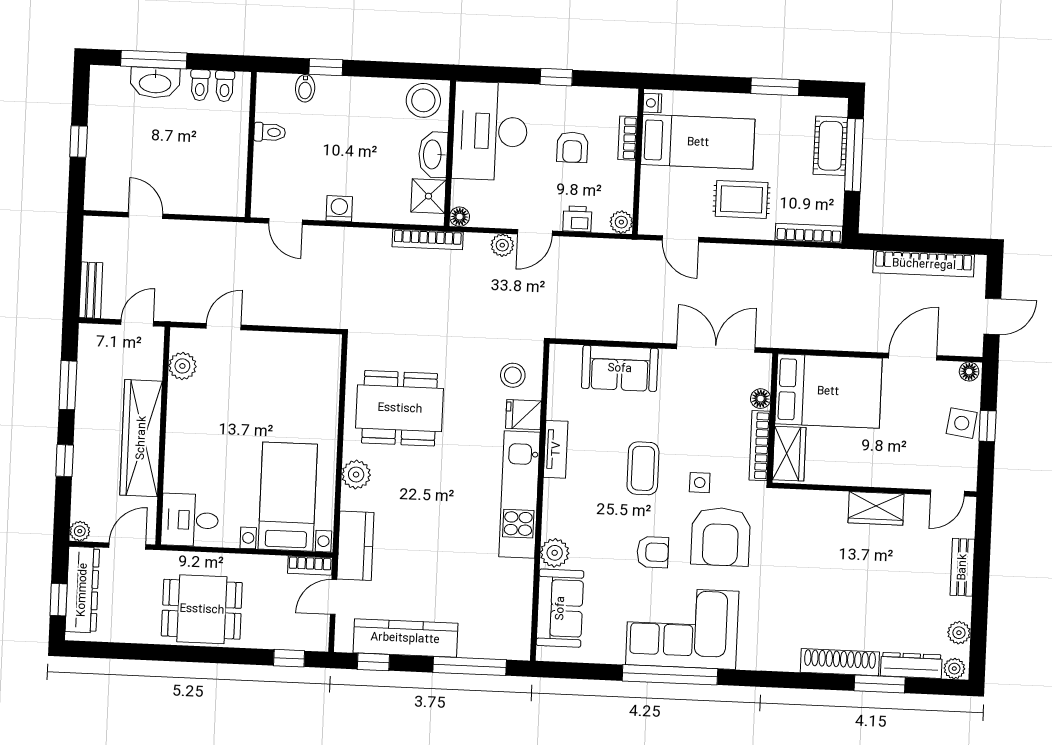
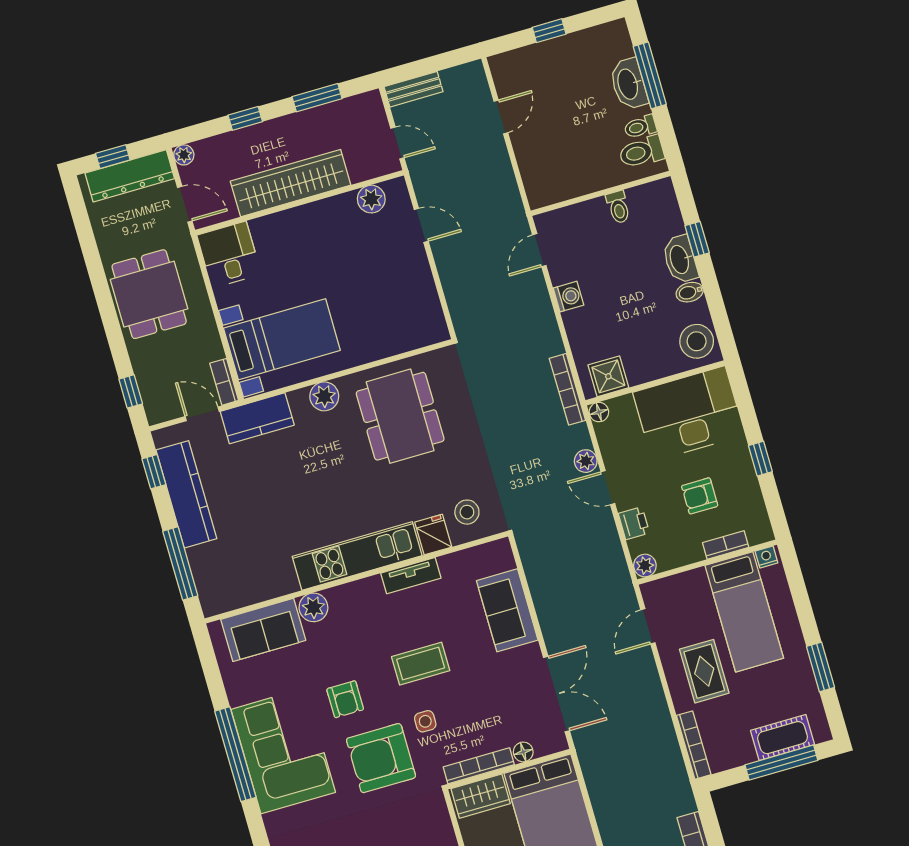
toilet: (225, 86) -> (641, 152), width x1.37, depth x1.39
bidet: (305, 88) -> (690, 292), moved
washbasin: (433, 154) -> (680, 259), moved, turned -90

